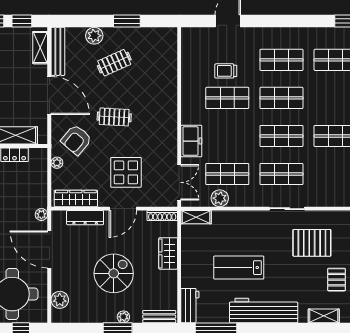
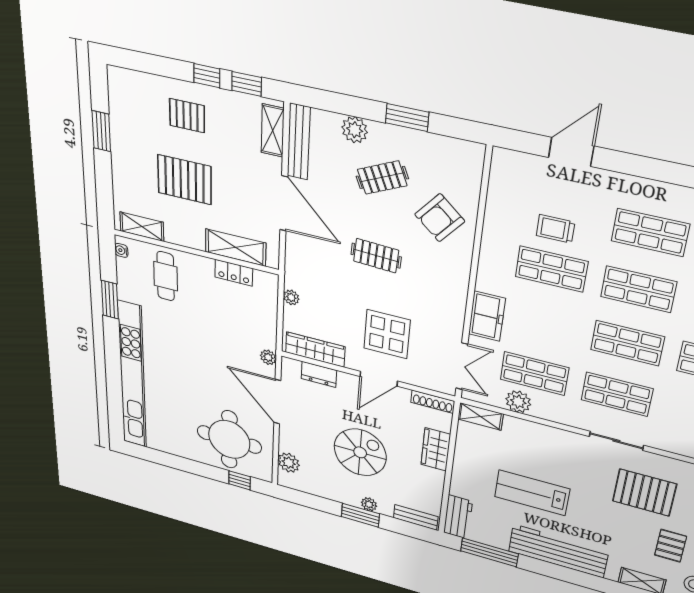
armchair: (76, 140) -> (440, 218), moved
dresser: (85, 218) -> (319, 374), width x0.70

